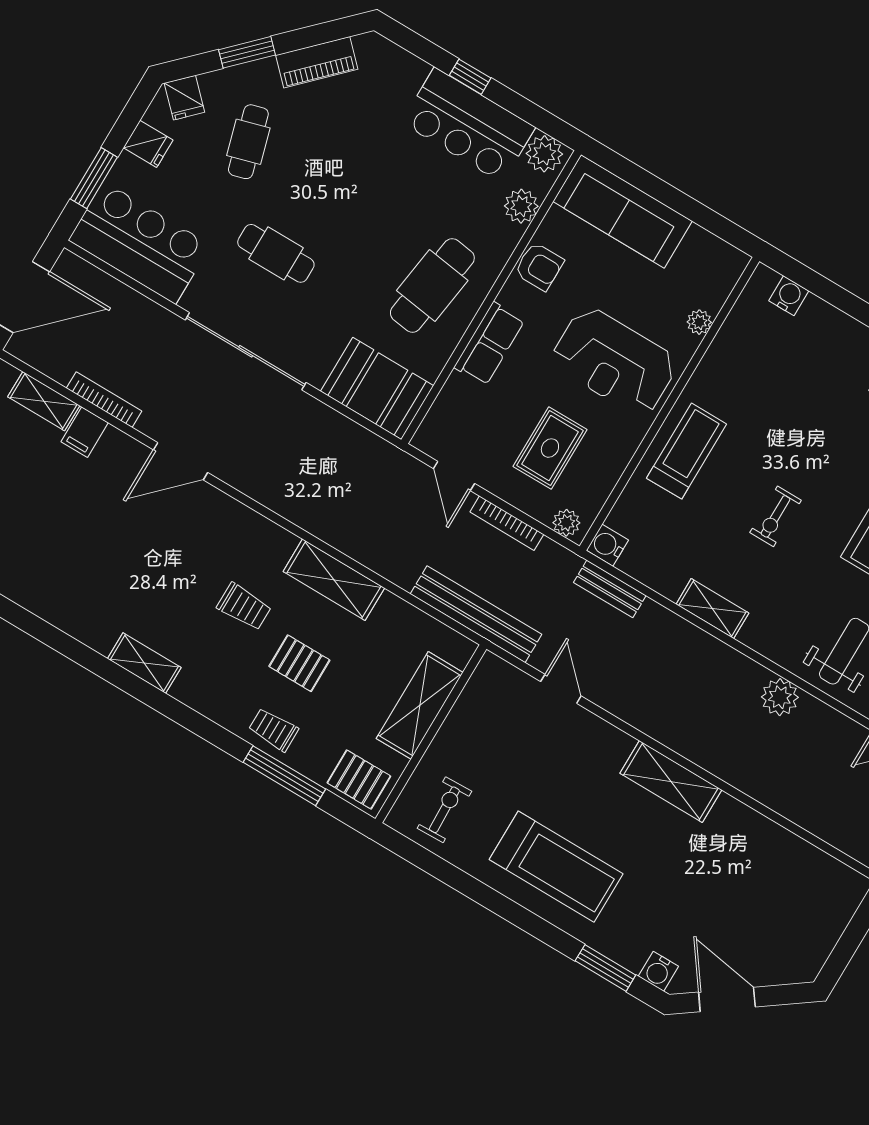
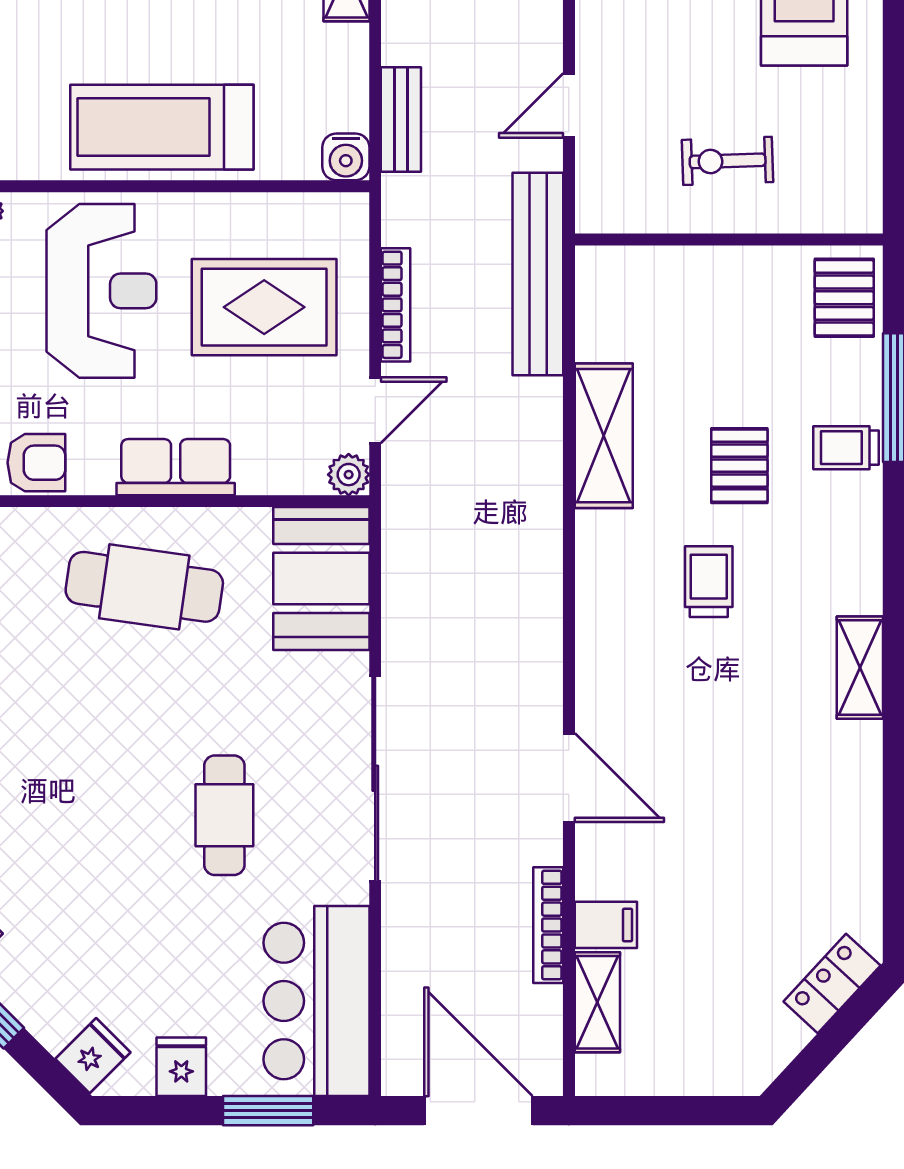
cafe table: (248, 142) -> (100, 938), removed
armchair: (539, 266) -> (36, 463), turned 90
rug: (550, 448) -> (264, 307), width x1.36, depth x1.43
treadmill: (687, 451) -> (162, 127), width x1.37, depth x1.38
plant: (566, 523) -> (349, 475), moved
shelving: (334, 580) -> (604, 436), moved
shelving: (420, 705) -> (701, 276), removed
trolley: (273, 730) -> (846, 448), turned 90
exercise bike: (444, 810) -> (728, 161), moved

